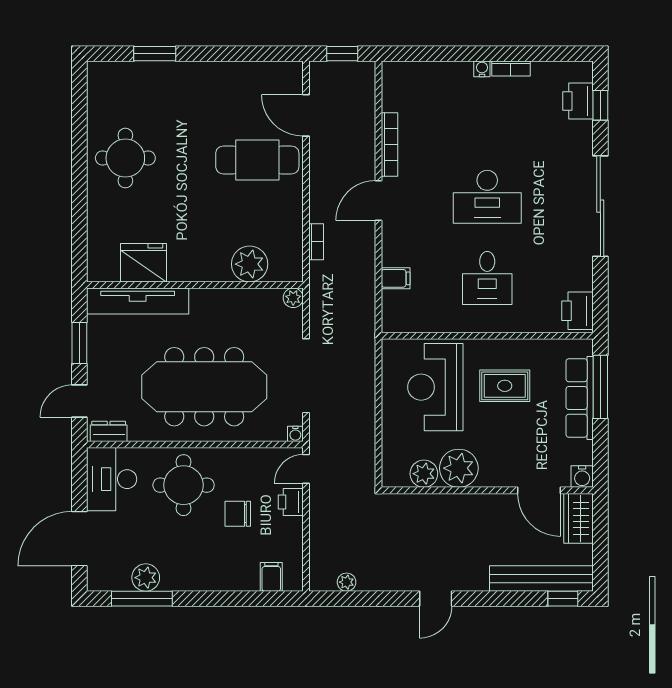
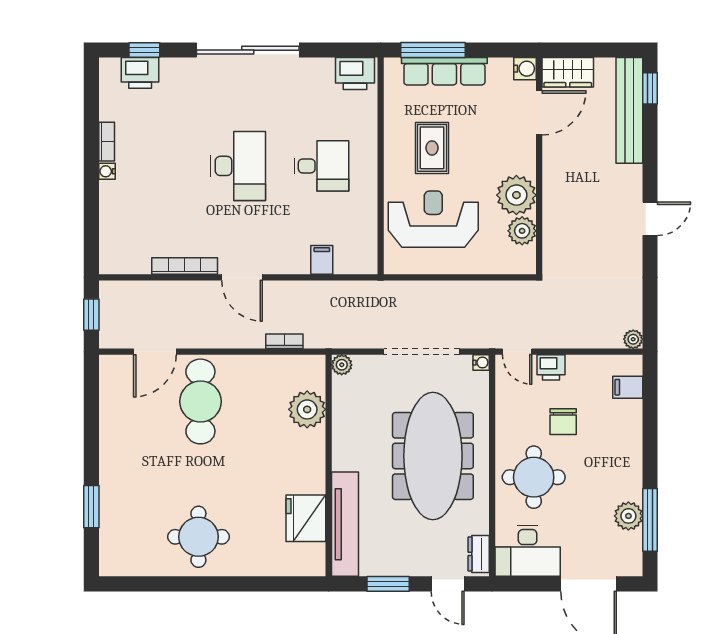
reception desk: (435, 387) -> (433, 219), turned 180
plant: (347, 582) -> (633, 339), moved
door: (436, 599) -> (650, 219), hinge flipped

